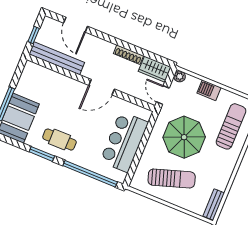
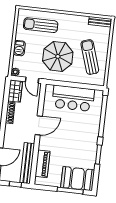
piano: (50, 78) -> (42, 164), added
door: (102, 87) -> (39, 125), hinge flipped
door: (163, 95) -> (32, 80), hinge flipped
cafe table: (59, 140) -> (85, 145), removed

